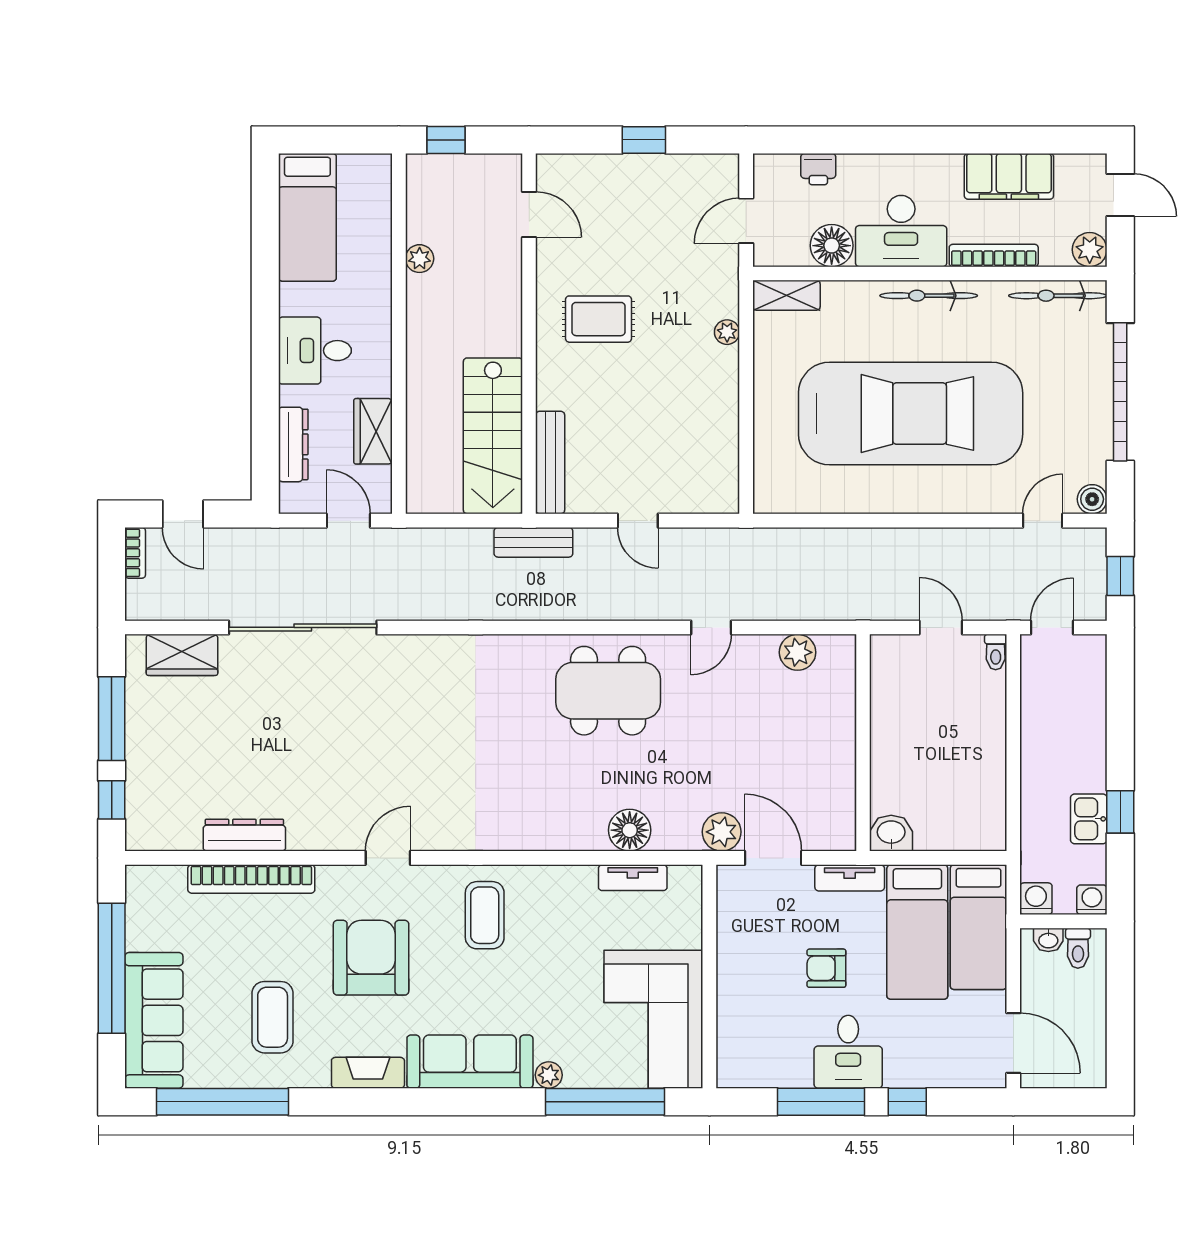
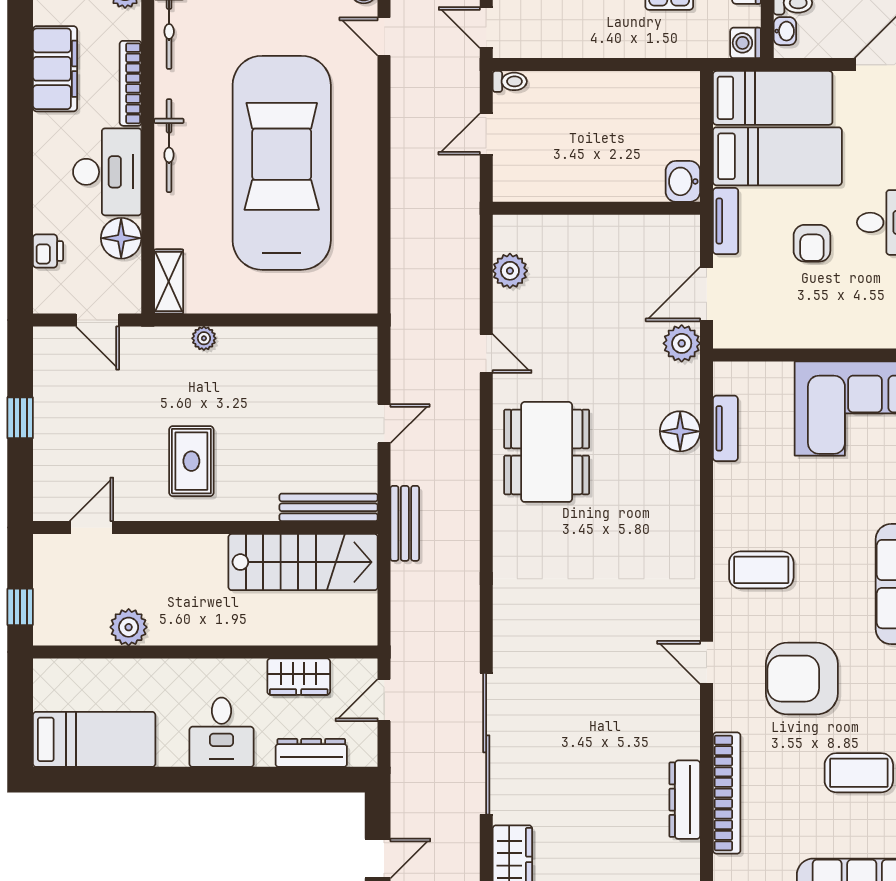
plant: (420, 259) -> (129, 627), width x1.38, depth x1.38

